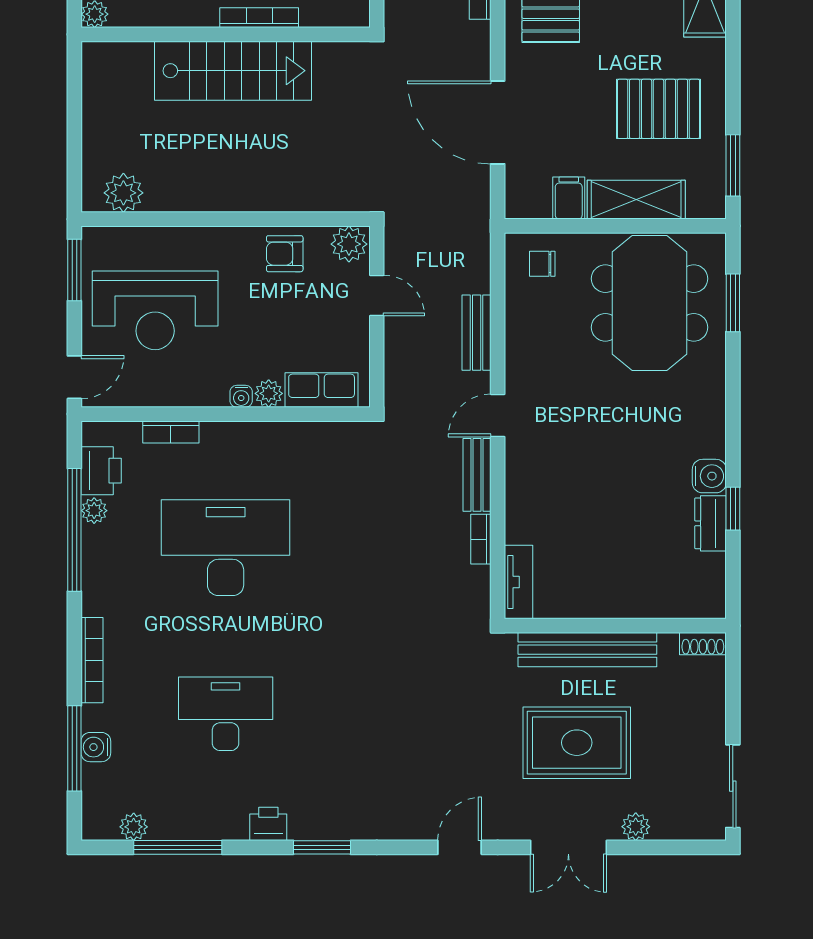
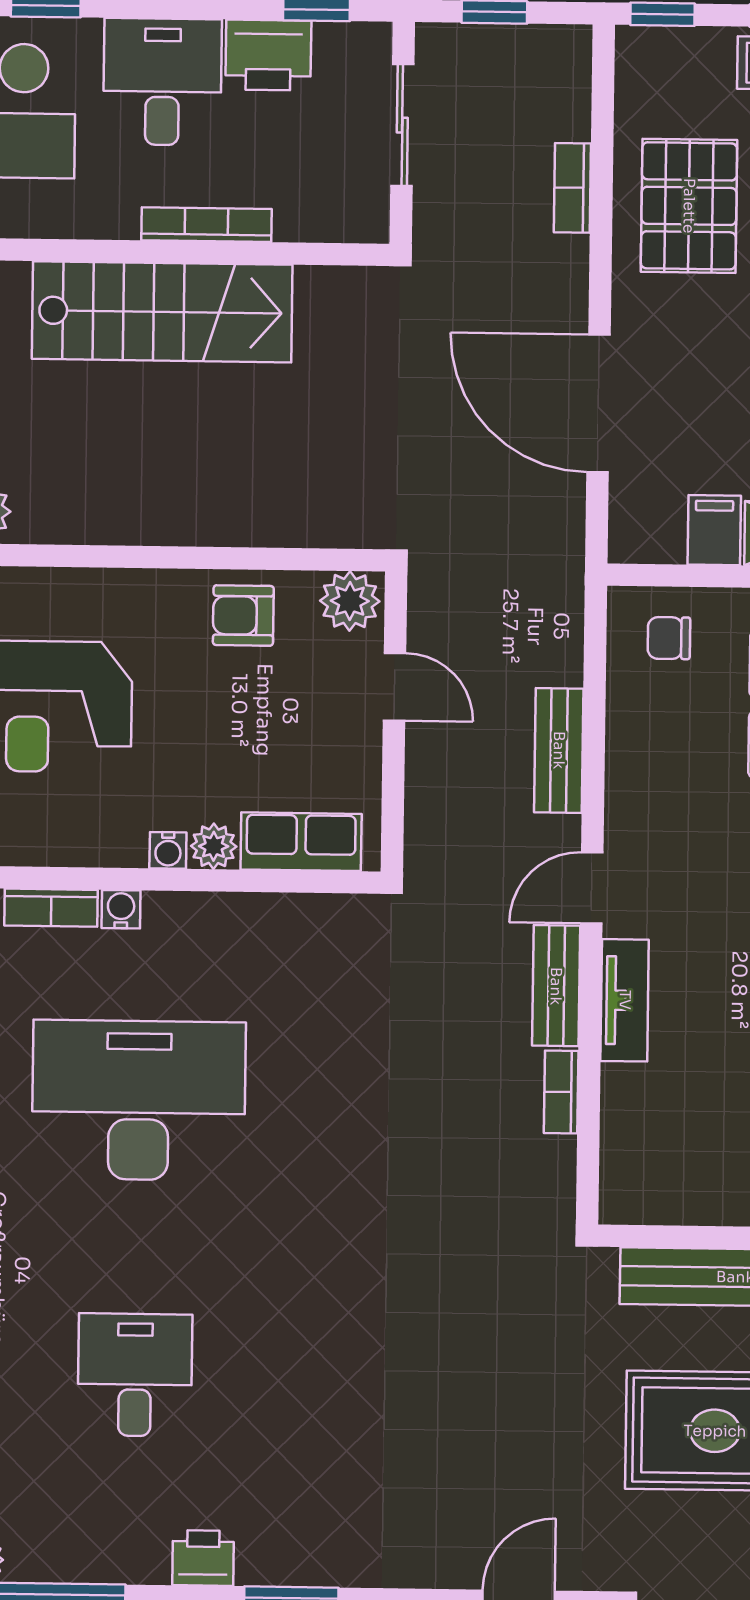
water cooler: (213, 432) -> (121, 909), added
tv unit: (518, 582) -> (625, 1000), moved
desk: (226, 714) -> (135, 1375), width x0.73

